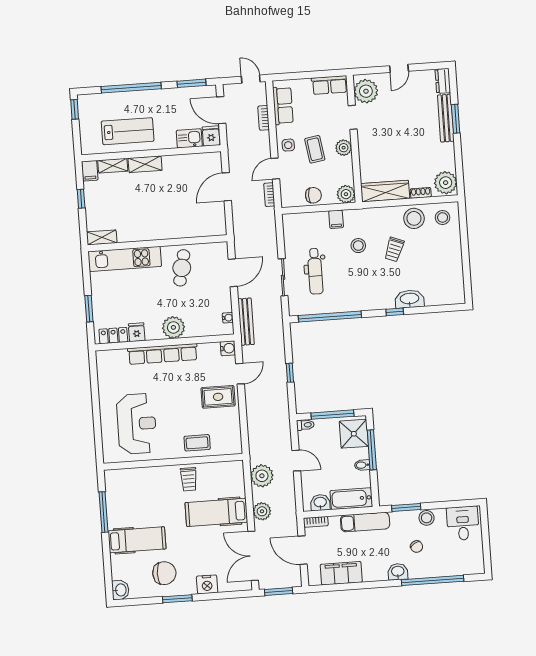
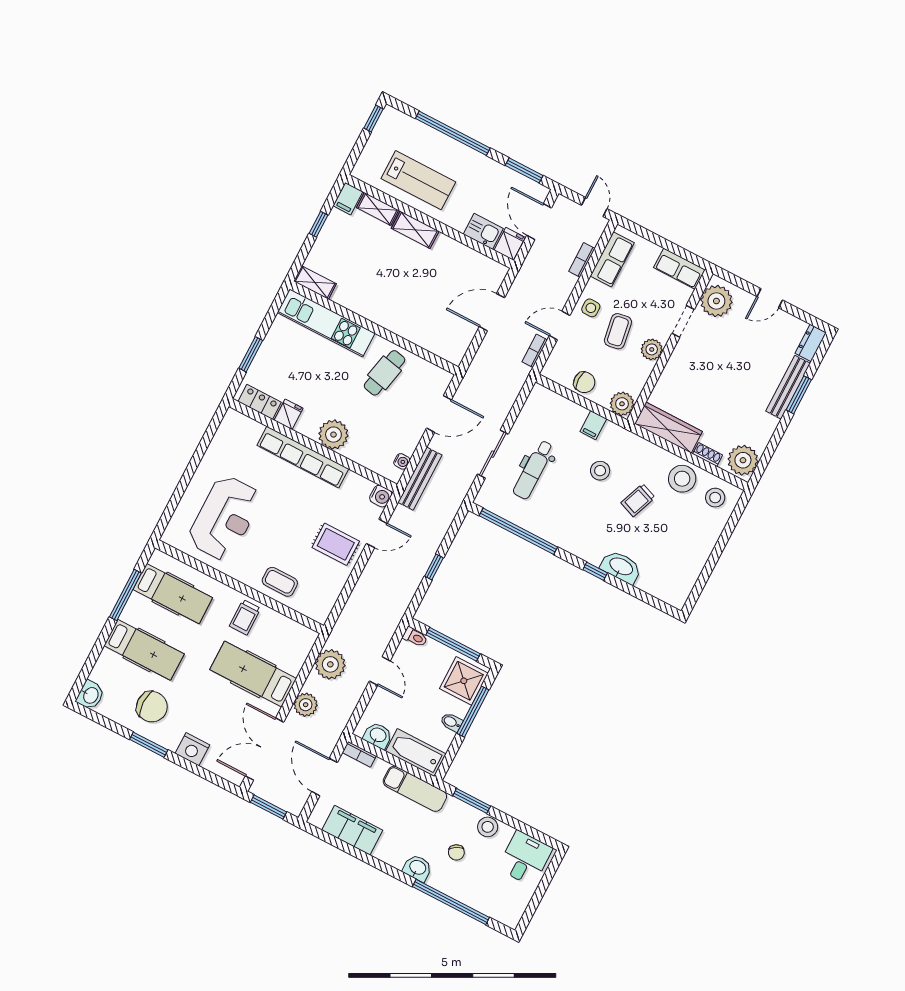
hospital bed: (133, 492) -> (173, 594), added

